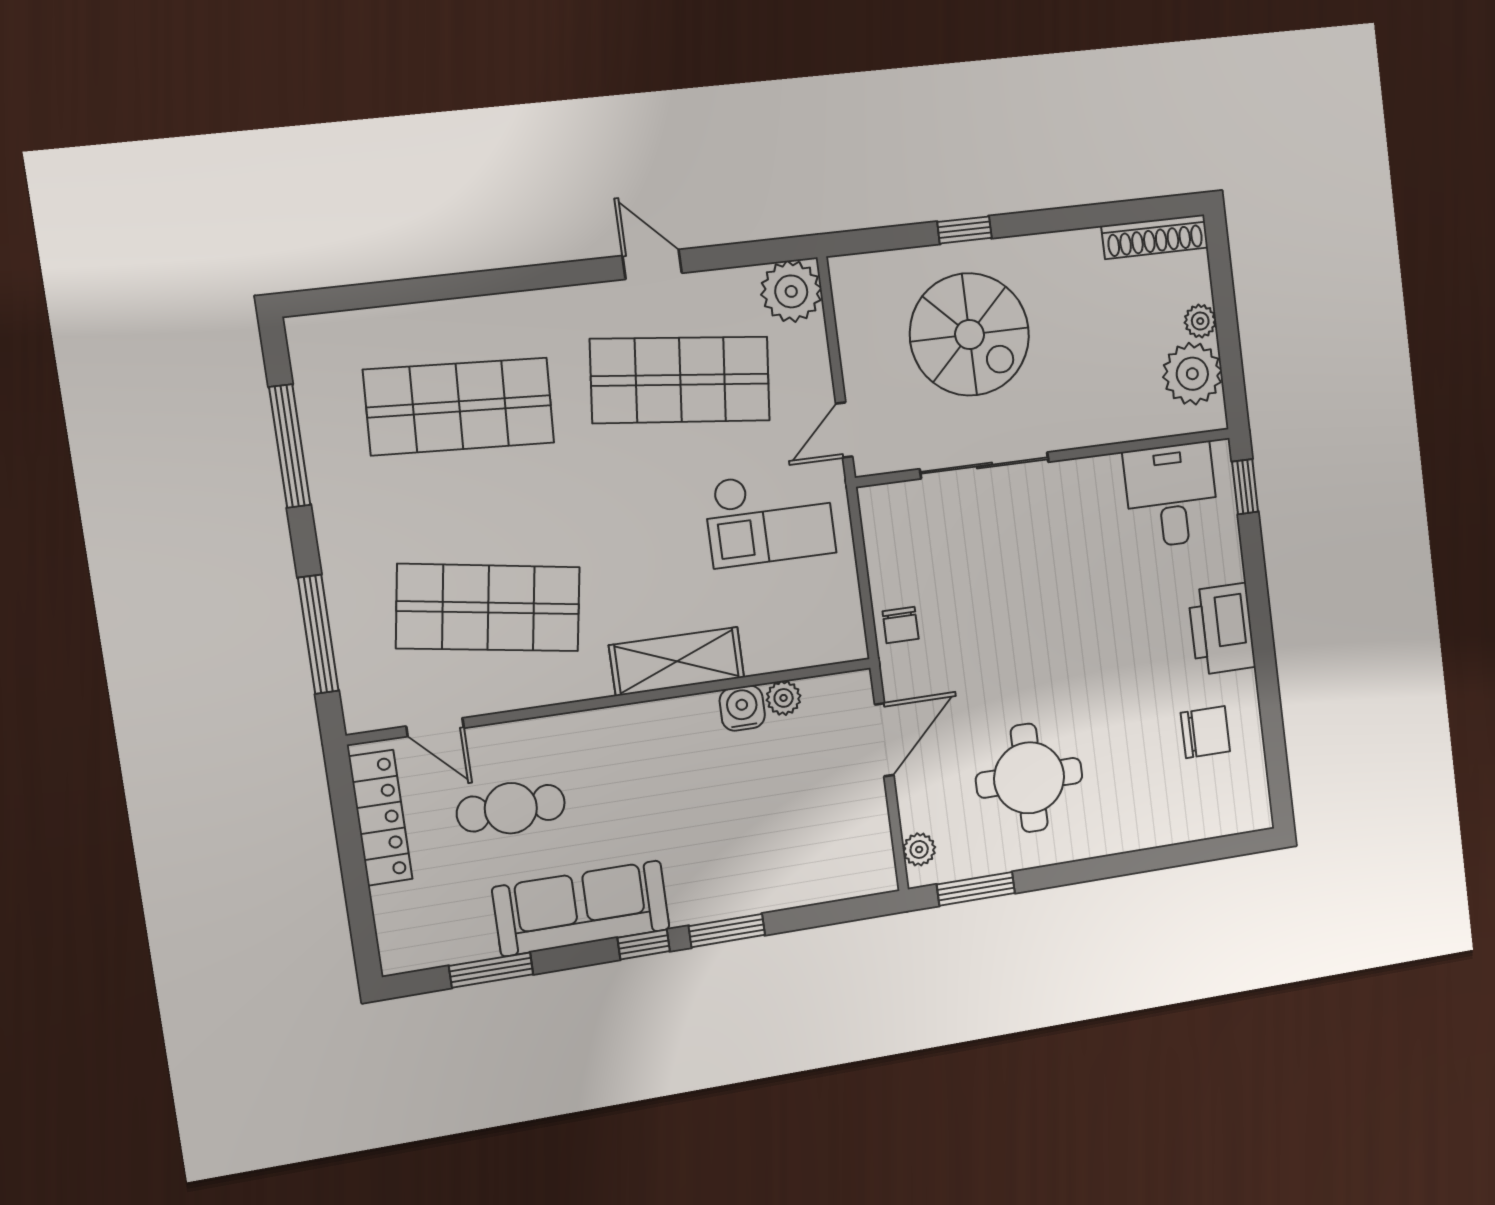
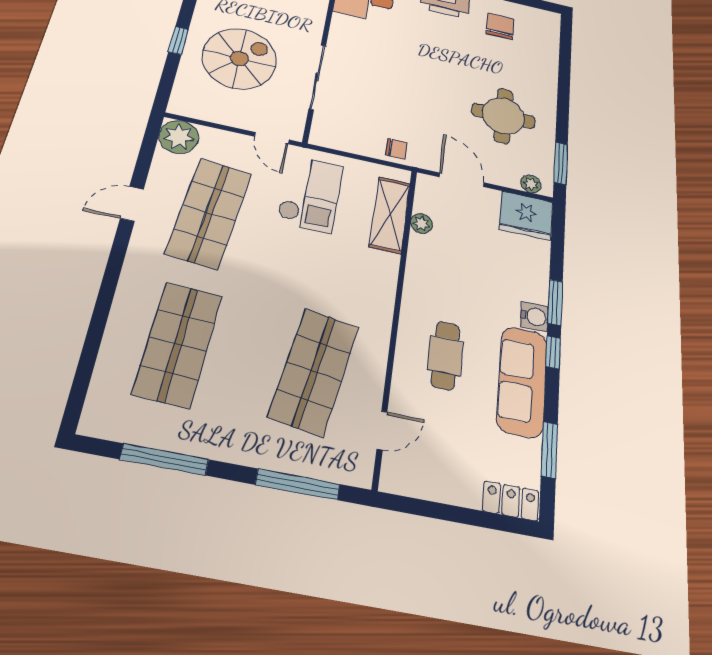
shelving: (677, 661) -> (390, 215), moved
water cooler: (742, 708) -> (534, 317), moved, turned 180
cafe table: (511, 808) -> (445, 355), moved
locker: (381, 818) -> (511, 501), moved, width x0.66
fridge: (859, 854) -> (526, 216), added

